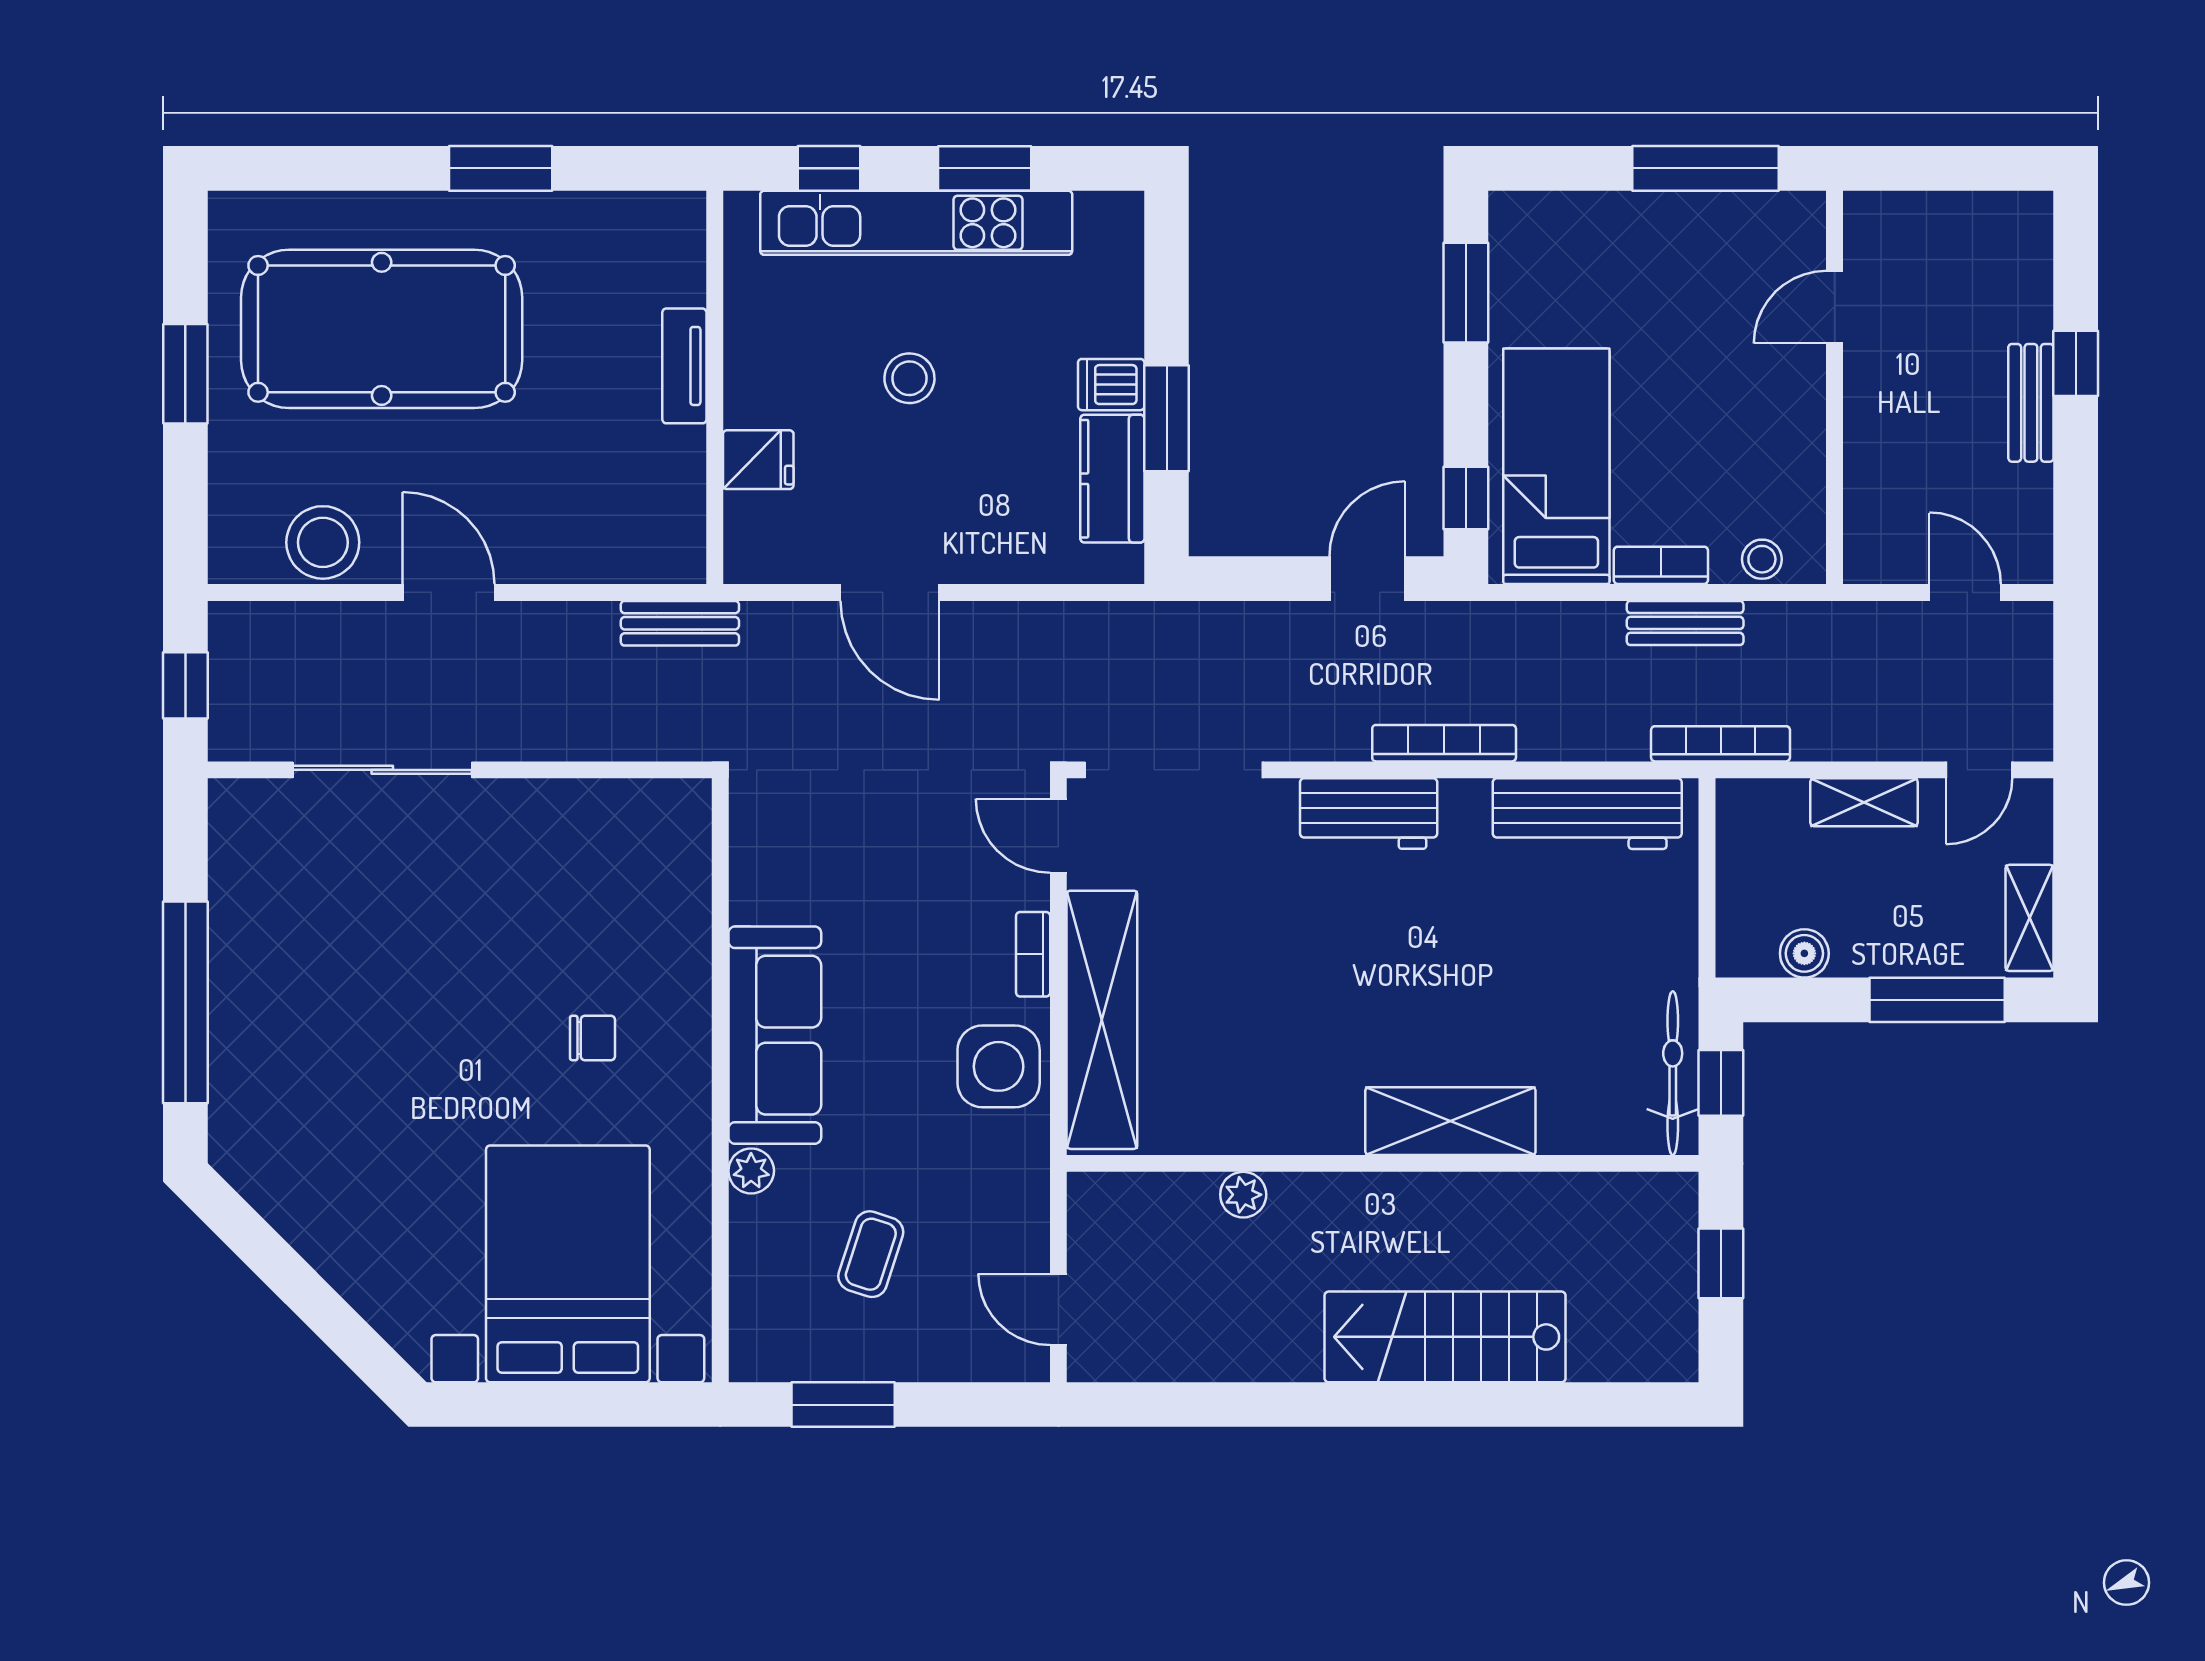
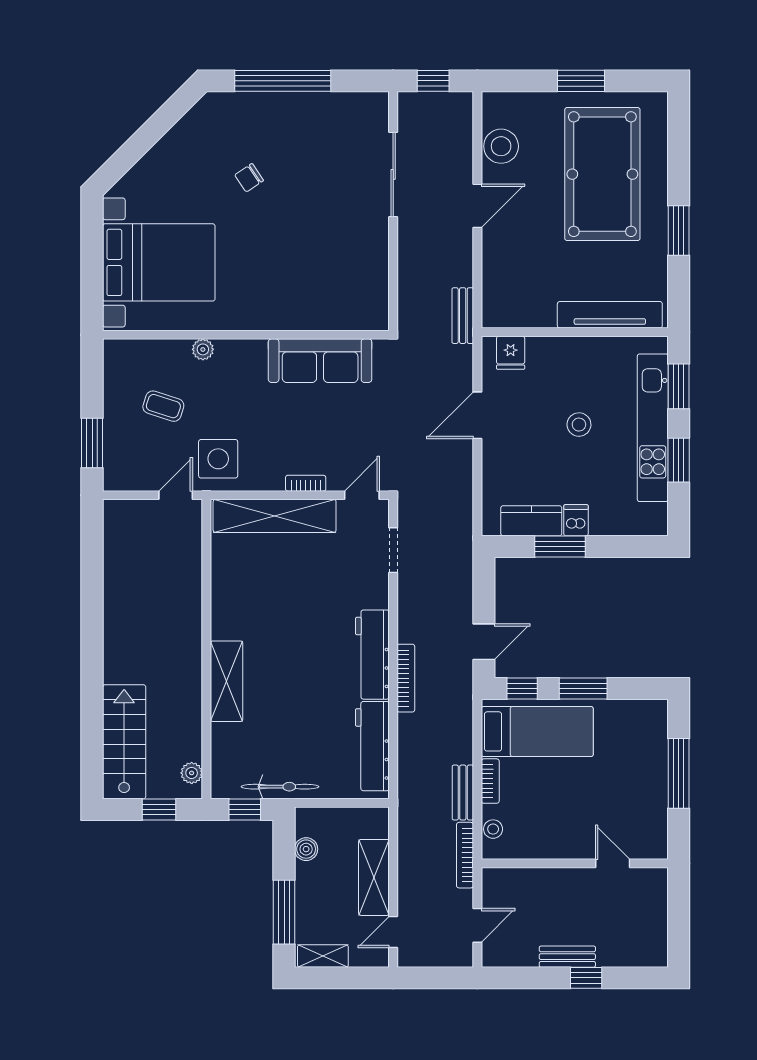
window: (829, 168) -> (679, 386), width x1.50
window: (1706, 168) -> (679, 773), moved
window: (1466, 293) -> (583, 689), moved
tv unit: (684, 366) -> (610, 315), width x1.92, depth x1.29
fridge: (758, 460) -> (511, 353), moved
door: (1367, 579) -> (484, 642), hinge flipped
bookcase: (1721, 744) -> (465, 855), moved, turned 180
doorway: (1174, 770) -> (393, 550), width x0.53
door: (1979, 770) -> (393, 932), hinge flipped
shelving: (1864, 802) -> (374, 877), width x1.50, depth x1.33
workbench: (1369, 814) -> (372, 655), width x1.38
sofa: (775, 1035) -> (320, 361), moved
chair: (593, 1038) -> (249, 178), moved, turned 56
side table: (999, 1066) -> (218, 459), moved
bicycle: (1673, 1073) -> (280, 787), moved
plant: (1243, 1195) -> (192, 773), moved
door: (1058, 1309) -> (176, 495), moved
stairs: (1445, 1337) -> (124, 742), moved
window: (843, 1405) -> (92, 443), moved

